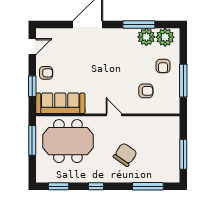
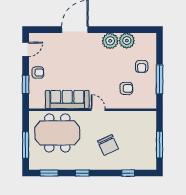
window: (139, 25) -> (120, 30), removed
plant: (165, 37) -> (110, 41), moved
sofa: (60, 103) -> (67, 99), moved
window: (32, 140) -> (26, 145), moved
chair: (125, 155) -> (108, 145), turned 120
window: (148, 186) -> (128, 173), width x0.46

